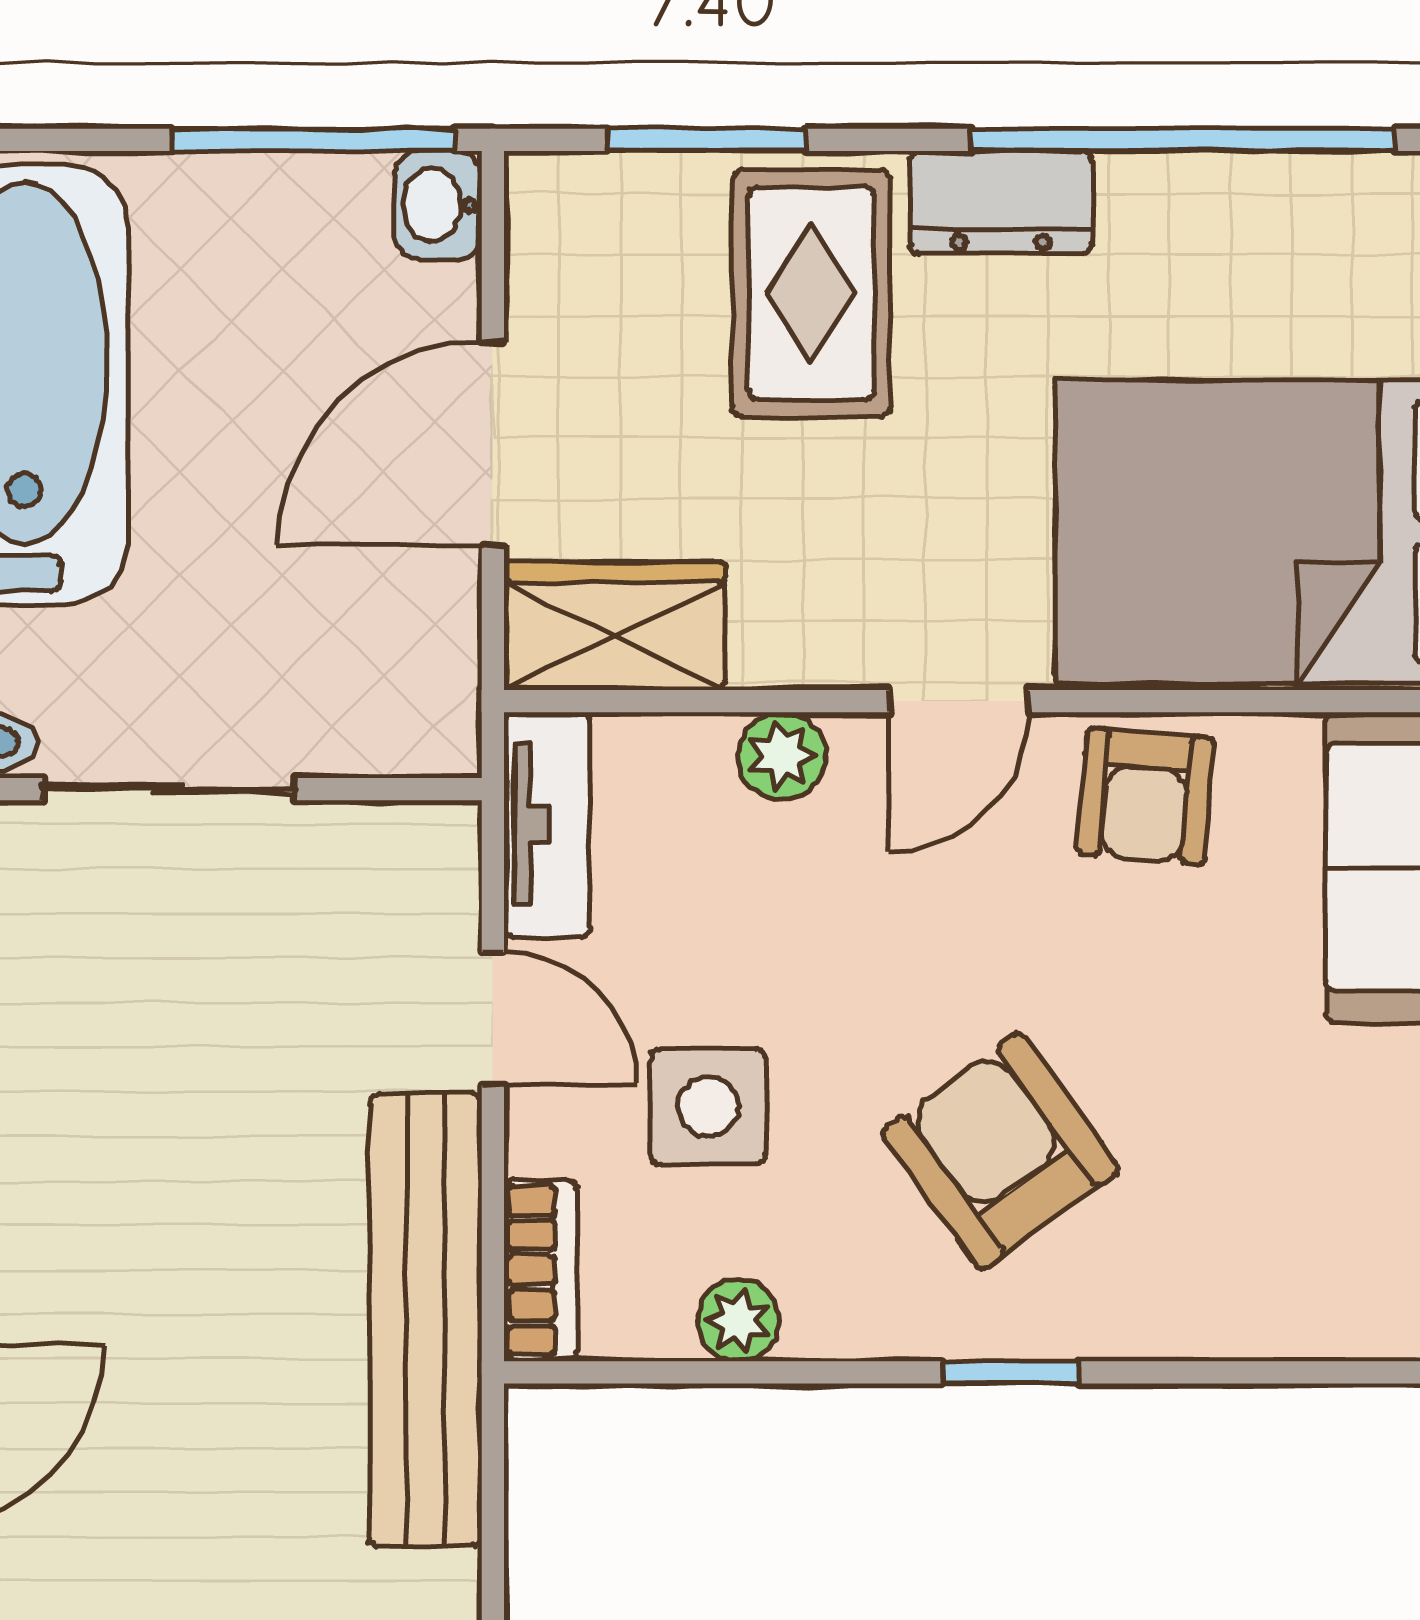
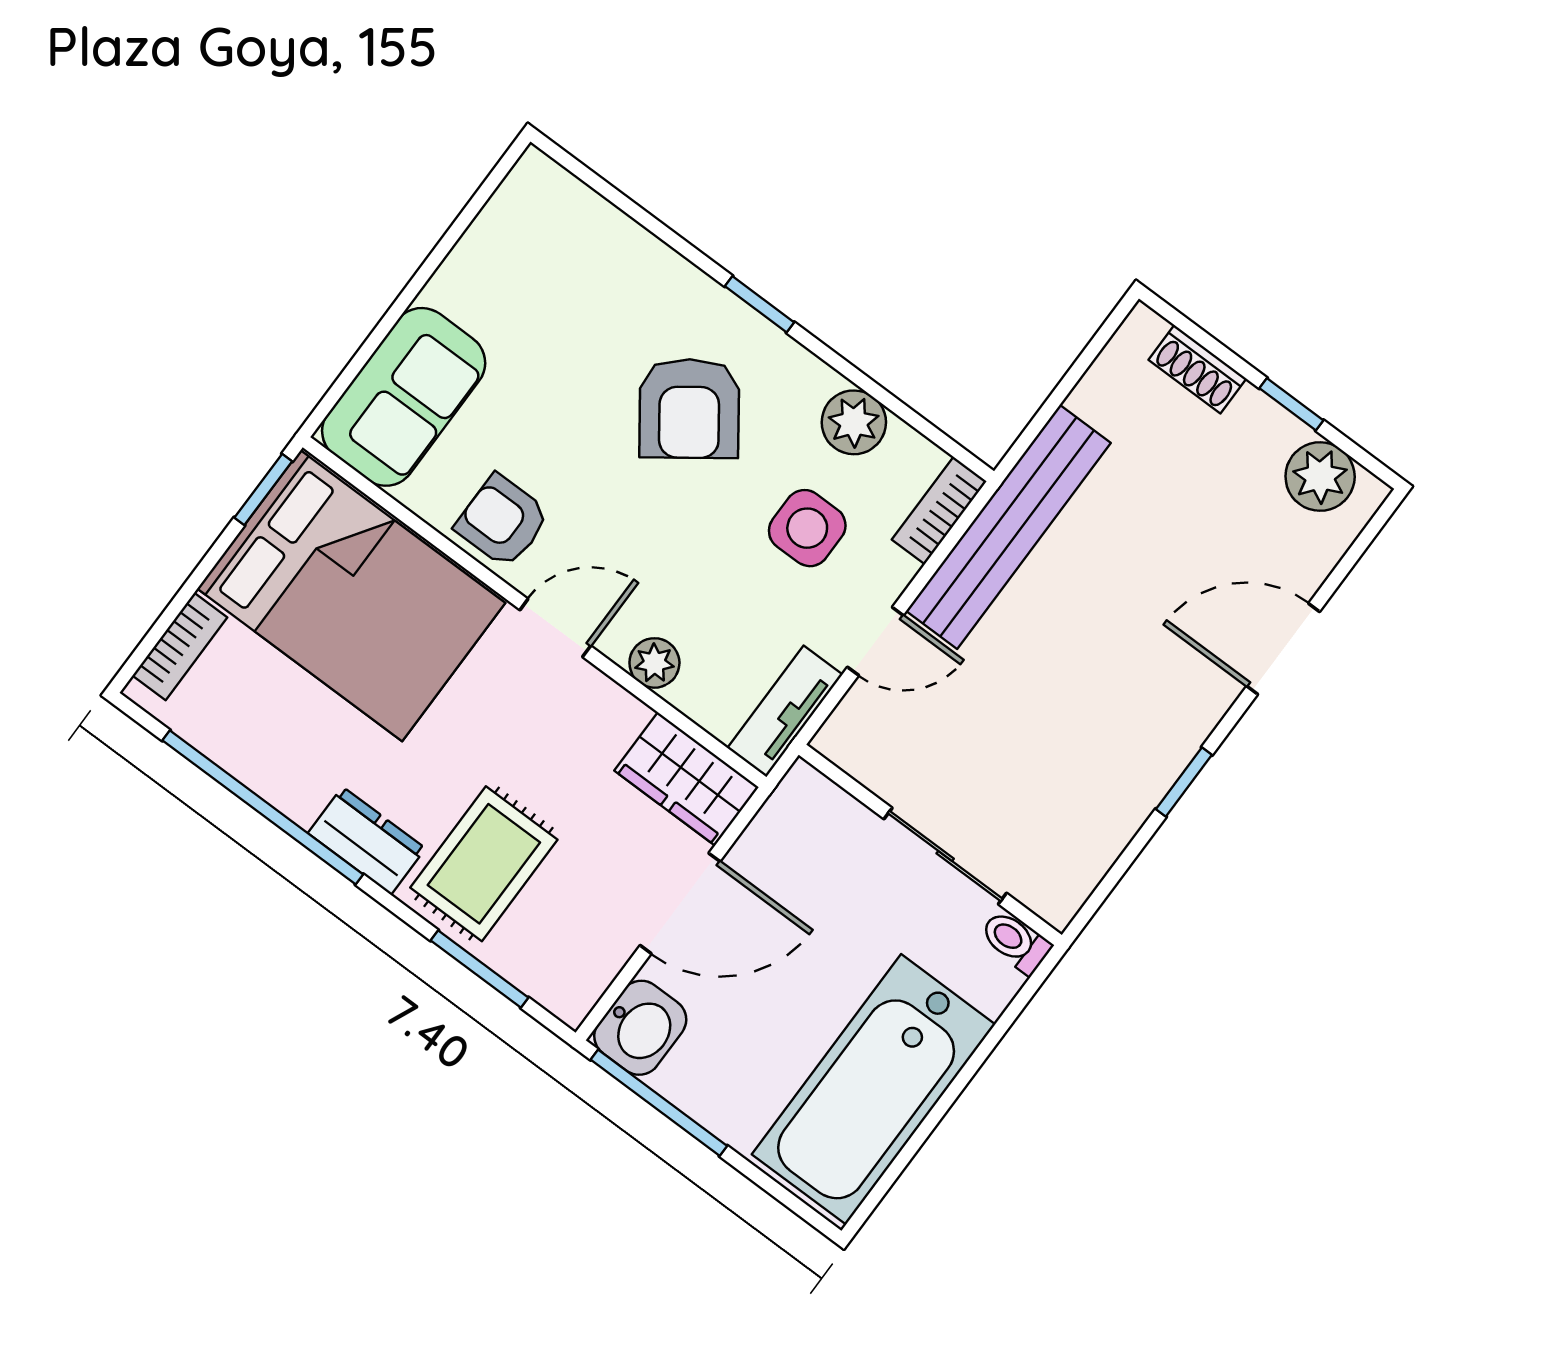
washbasin: (438, 205) -> (640, 1028), width x1.38, depth x1.45
armchair: (1146, 796) -> (502, 521), turned -95
door: (493, 1019) -> (875, 641), swing flipped
plant: (738, 1320) -> (854, 422), width x1.38, depth x1.38

